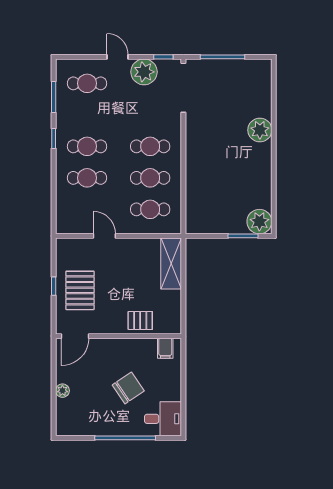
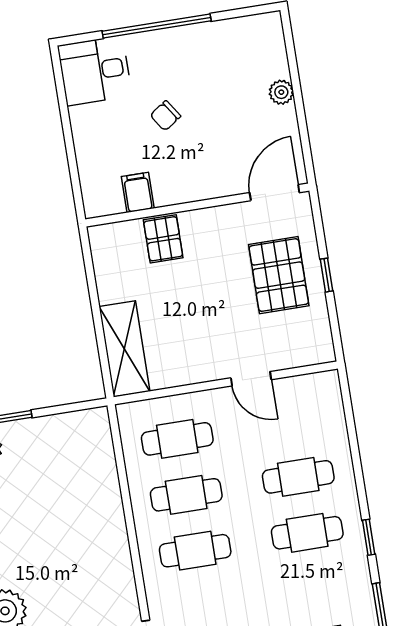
pallet: (140, 320) -> (163, 239), turned 90
filing cabinet: (165, 348) -> (138, 192), moved
chair: (128, 388) -> (165, 116), width x0.54, depth x0.54

